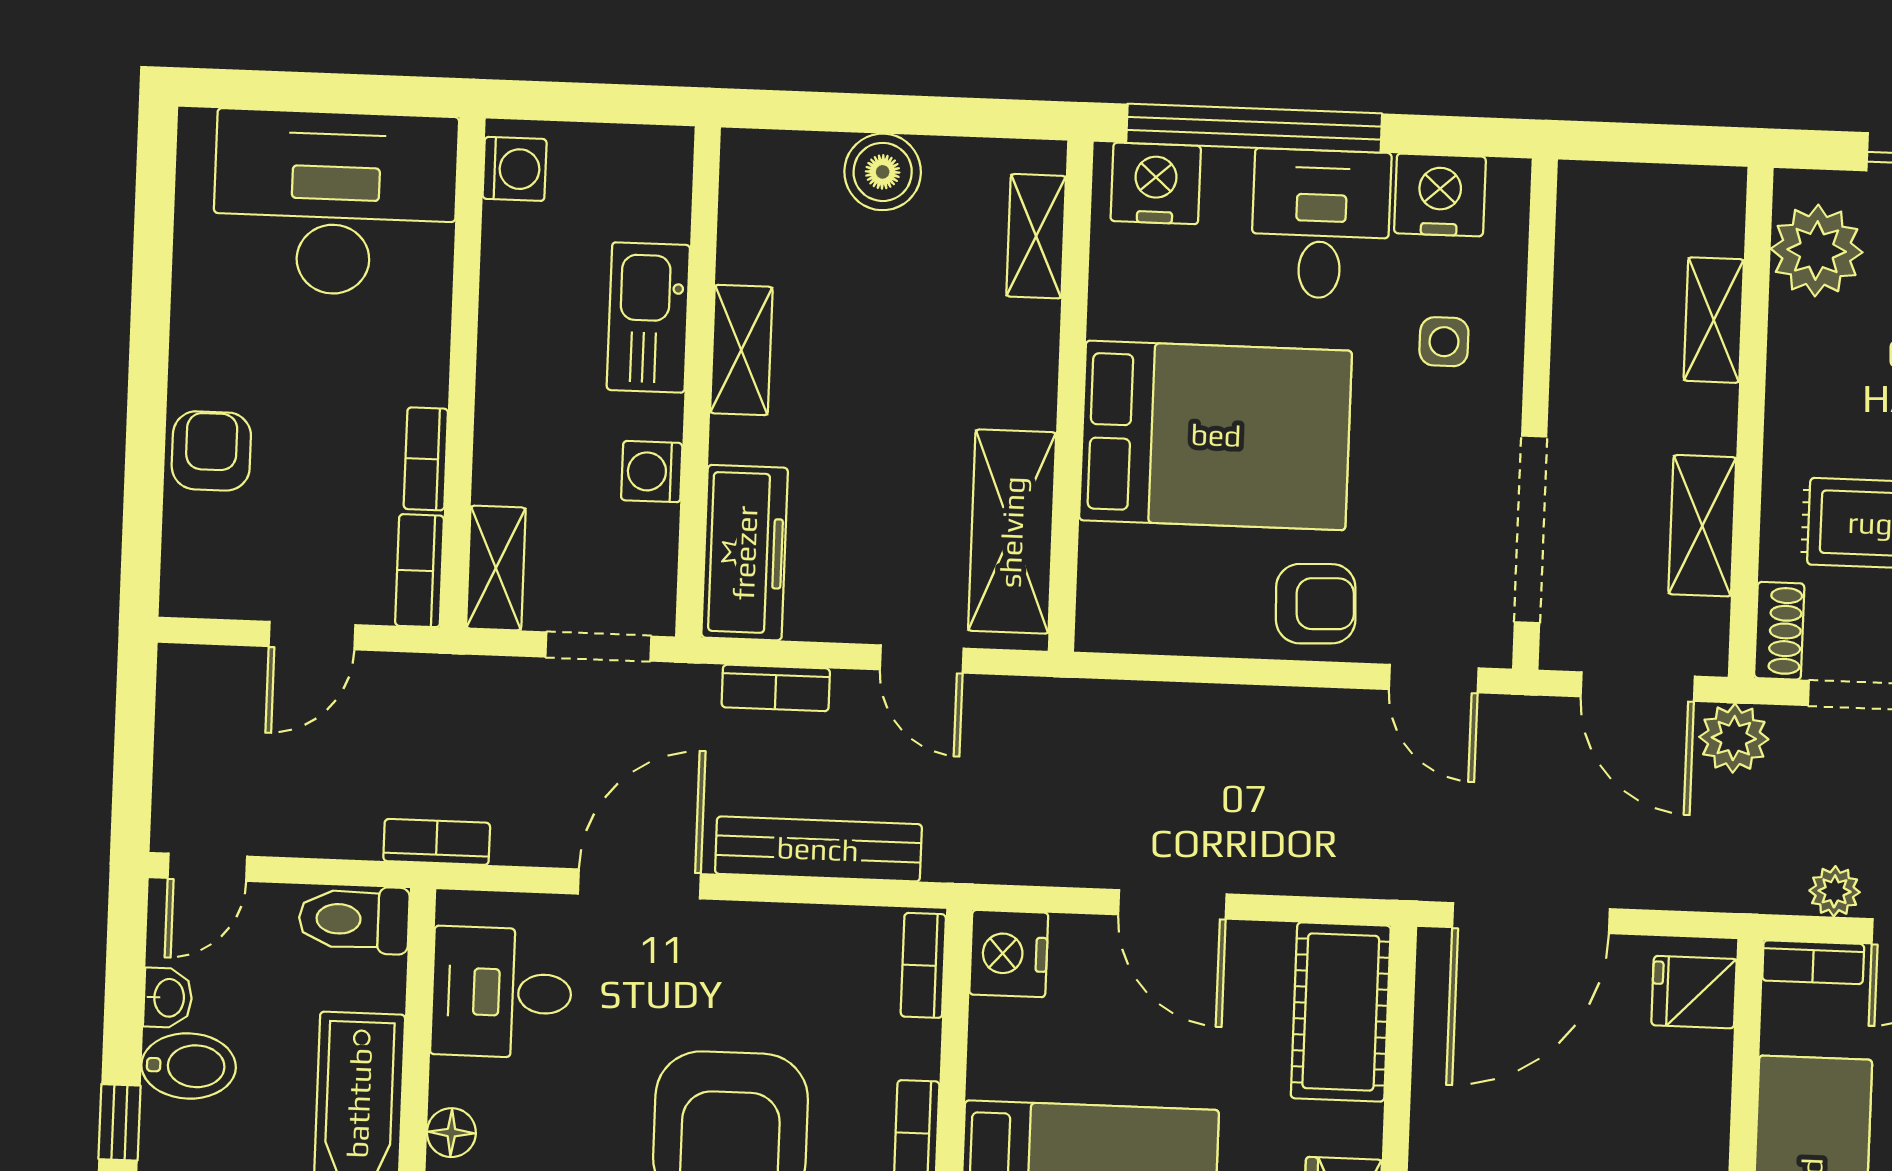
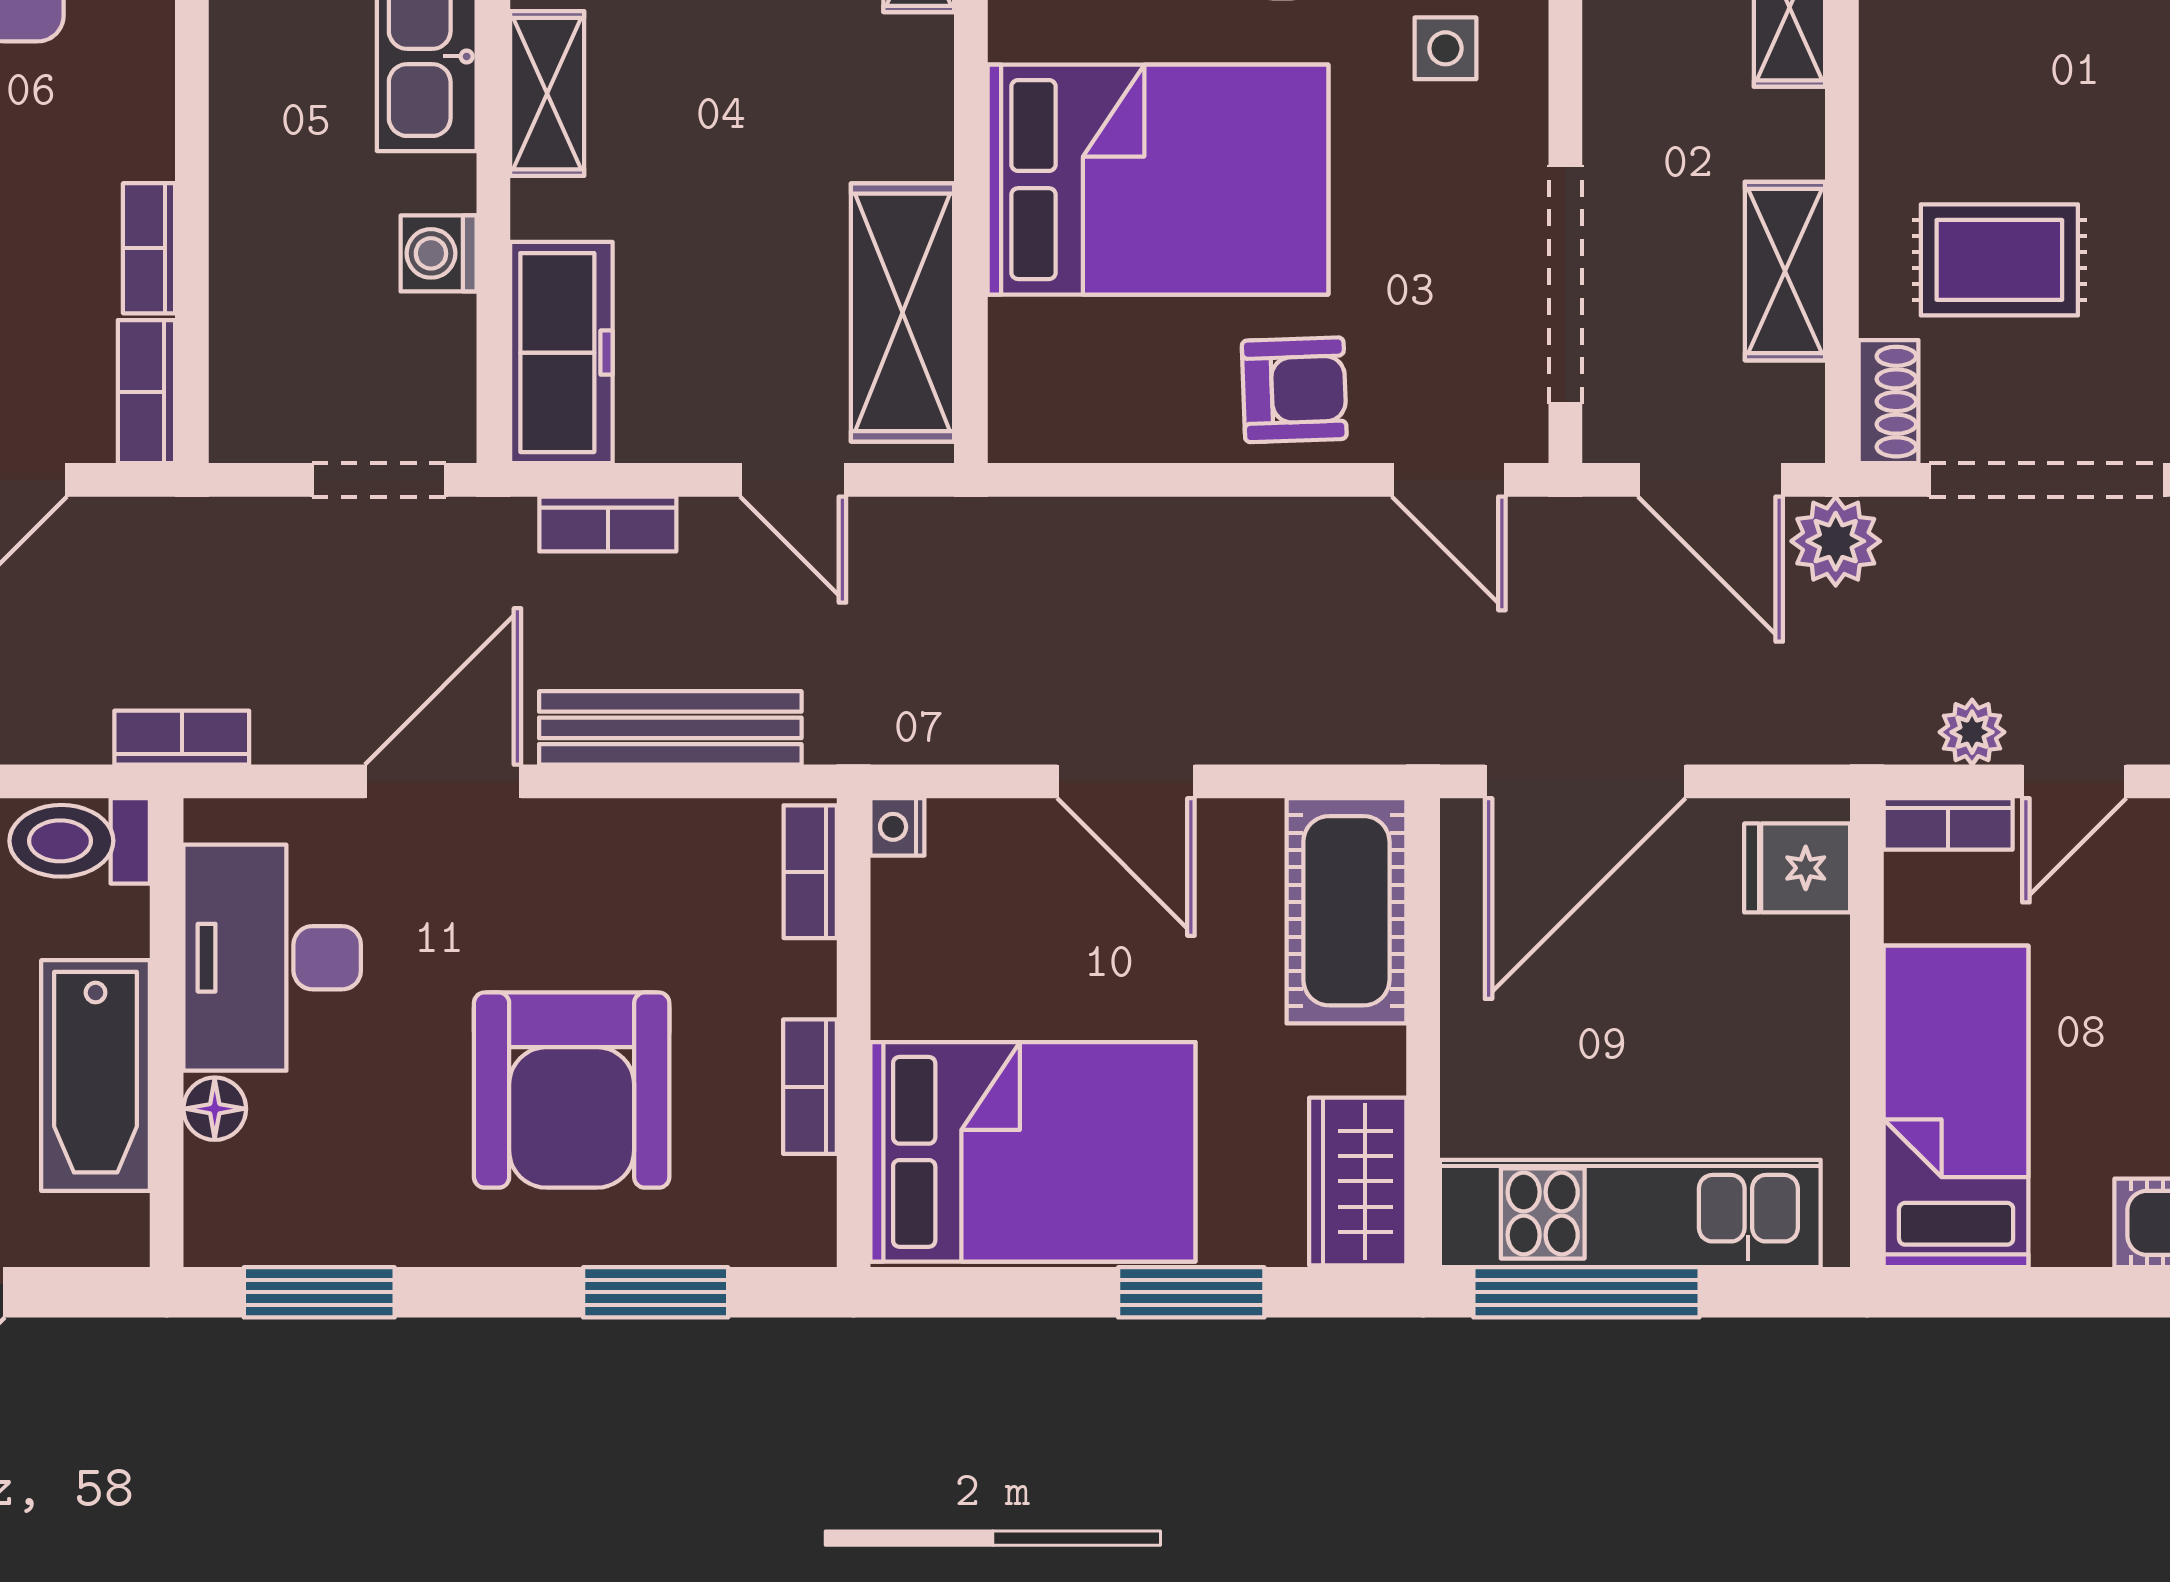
shelving: (496, 568) -> (244, 384), removed
nightstand: (1009, 954) -> (897, 827), width x0.53, depth x0.56
desk: (502, 992) -> (272, 958), width x1.37

